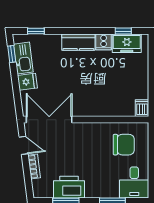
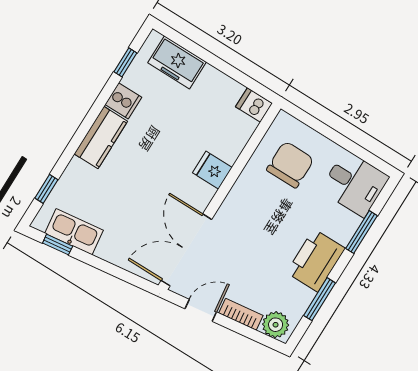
freezer: (127, 43) -> (177, 62), moved, turned 90
fridge: (27, 82) -> (212, 170), moved, turned -83
plant: (40, 187) -> (276, 325), added
printer: (69, 187) -> (316, 260), moved

